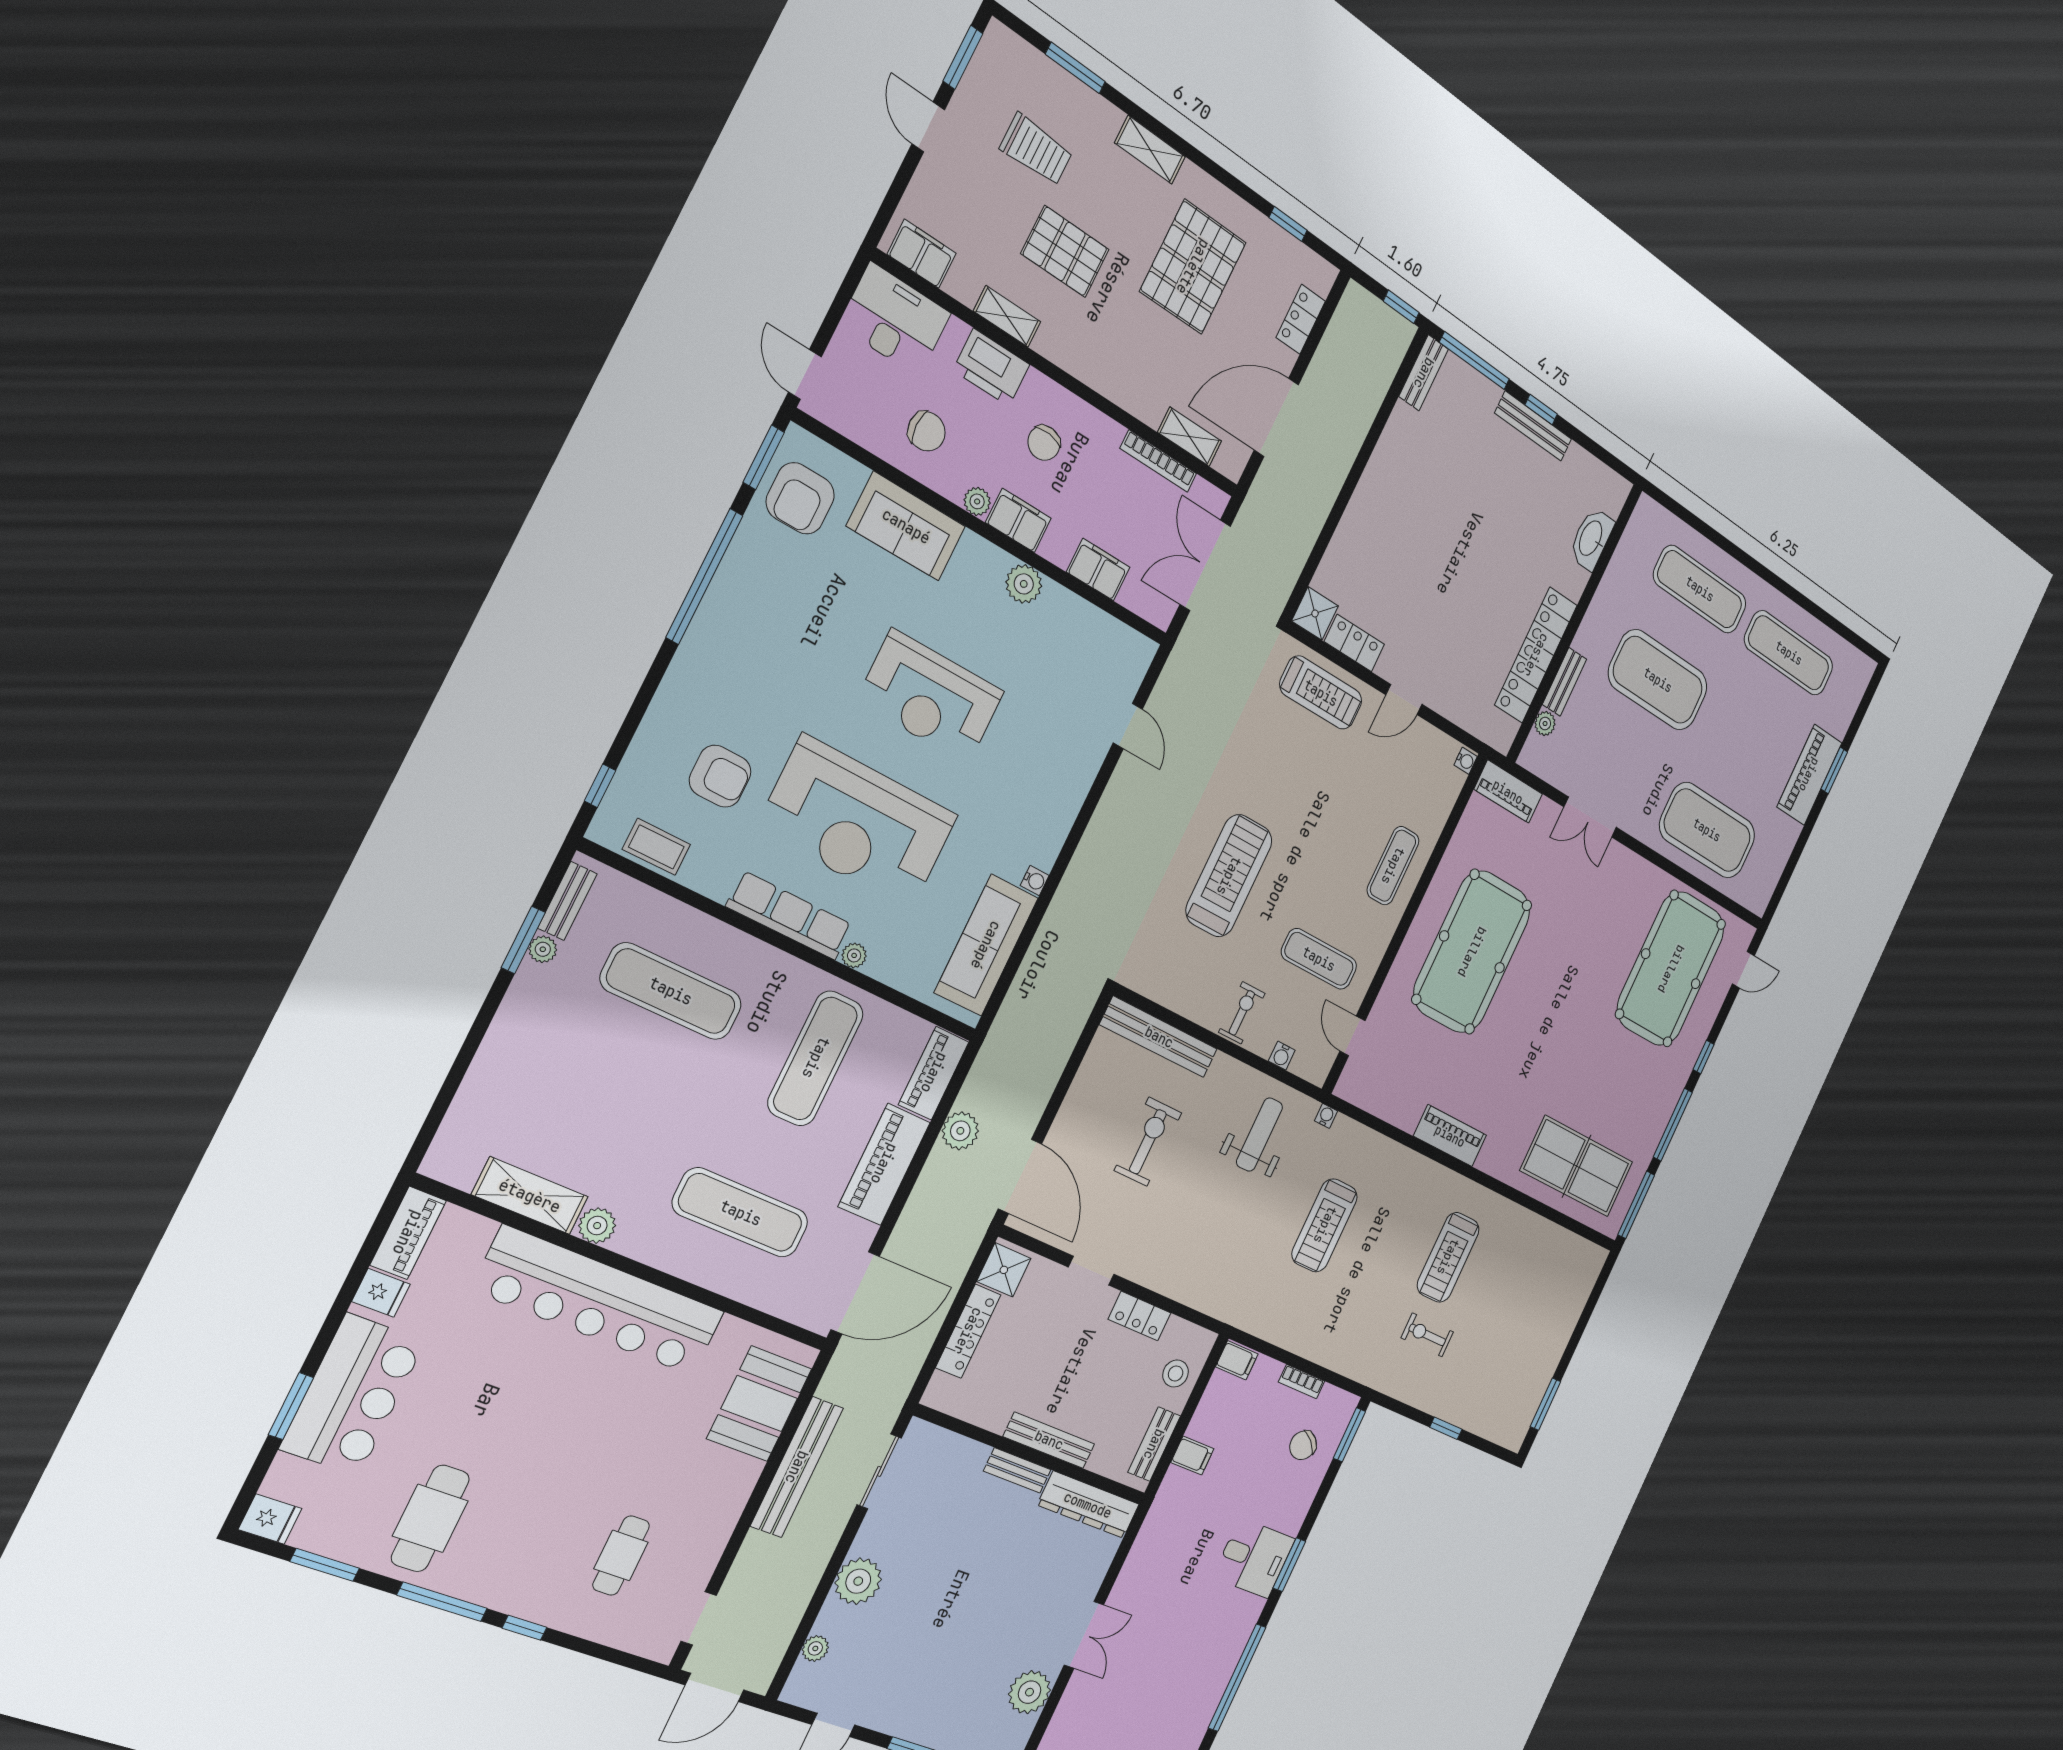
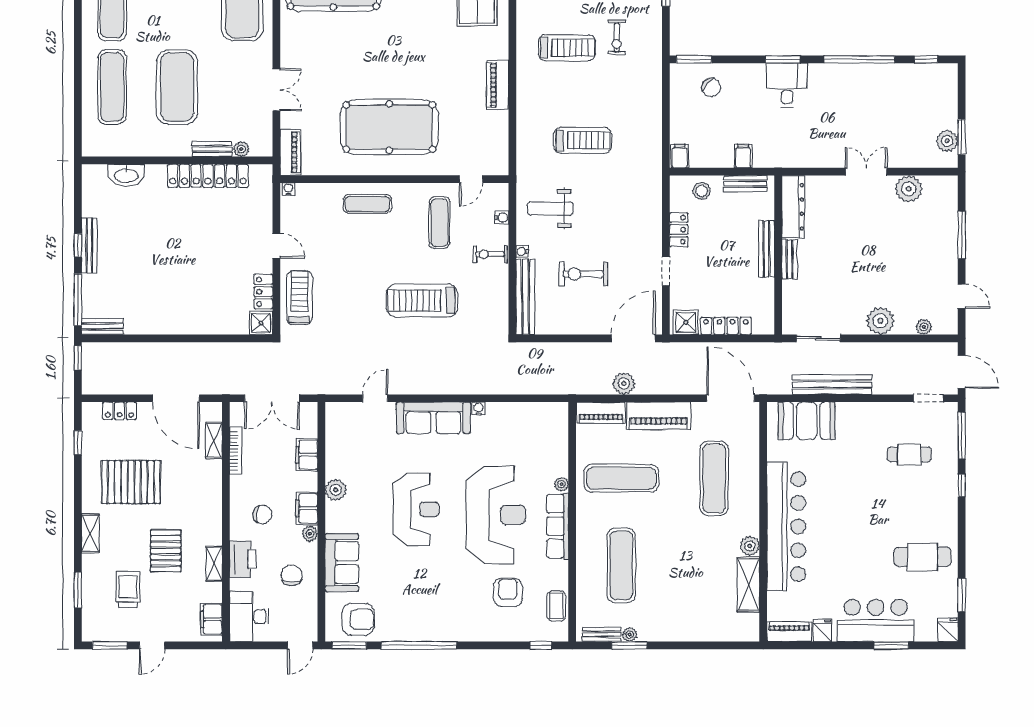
sofa: (986, 945) -> (433, 418), moved
water cooler: (1326, 1116) -> (522, 252), moved
bookcase: (1302, 1382) -> (676, 108), removed
window: (442, 1602) -> (962, 436), moved

